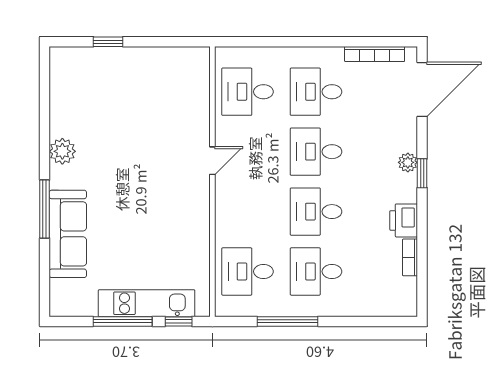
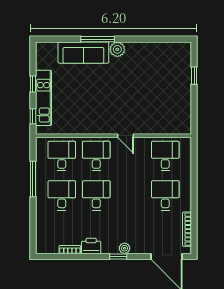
plant: (62, 151) -> (117, 49), moved
desk: (316, 152) -> (96, 156), moved
window: (123, 321) -> (33, 84), width x0.46

